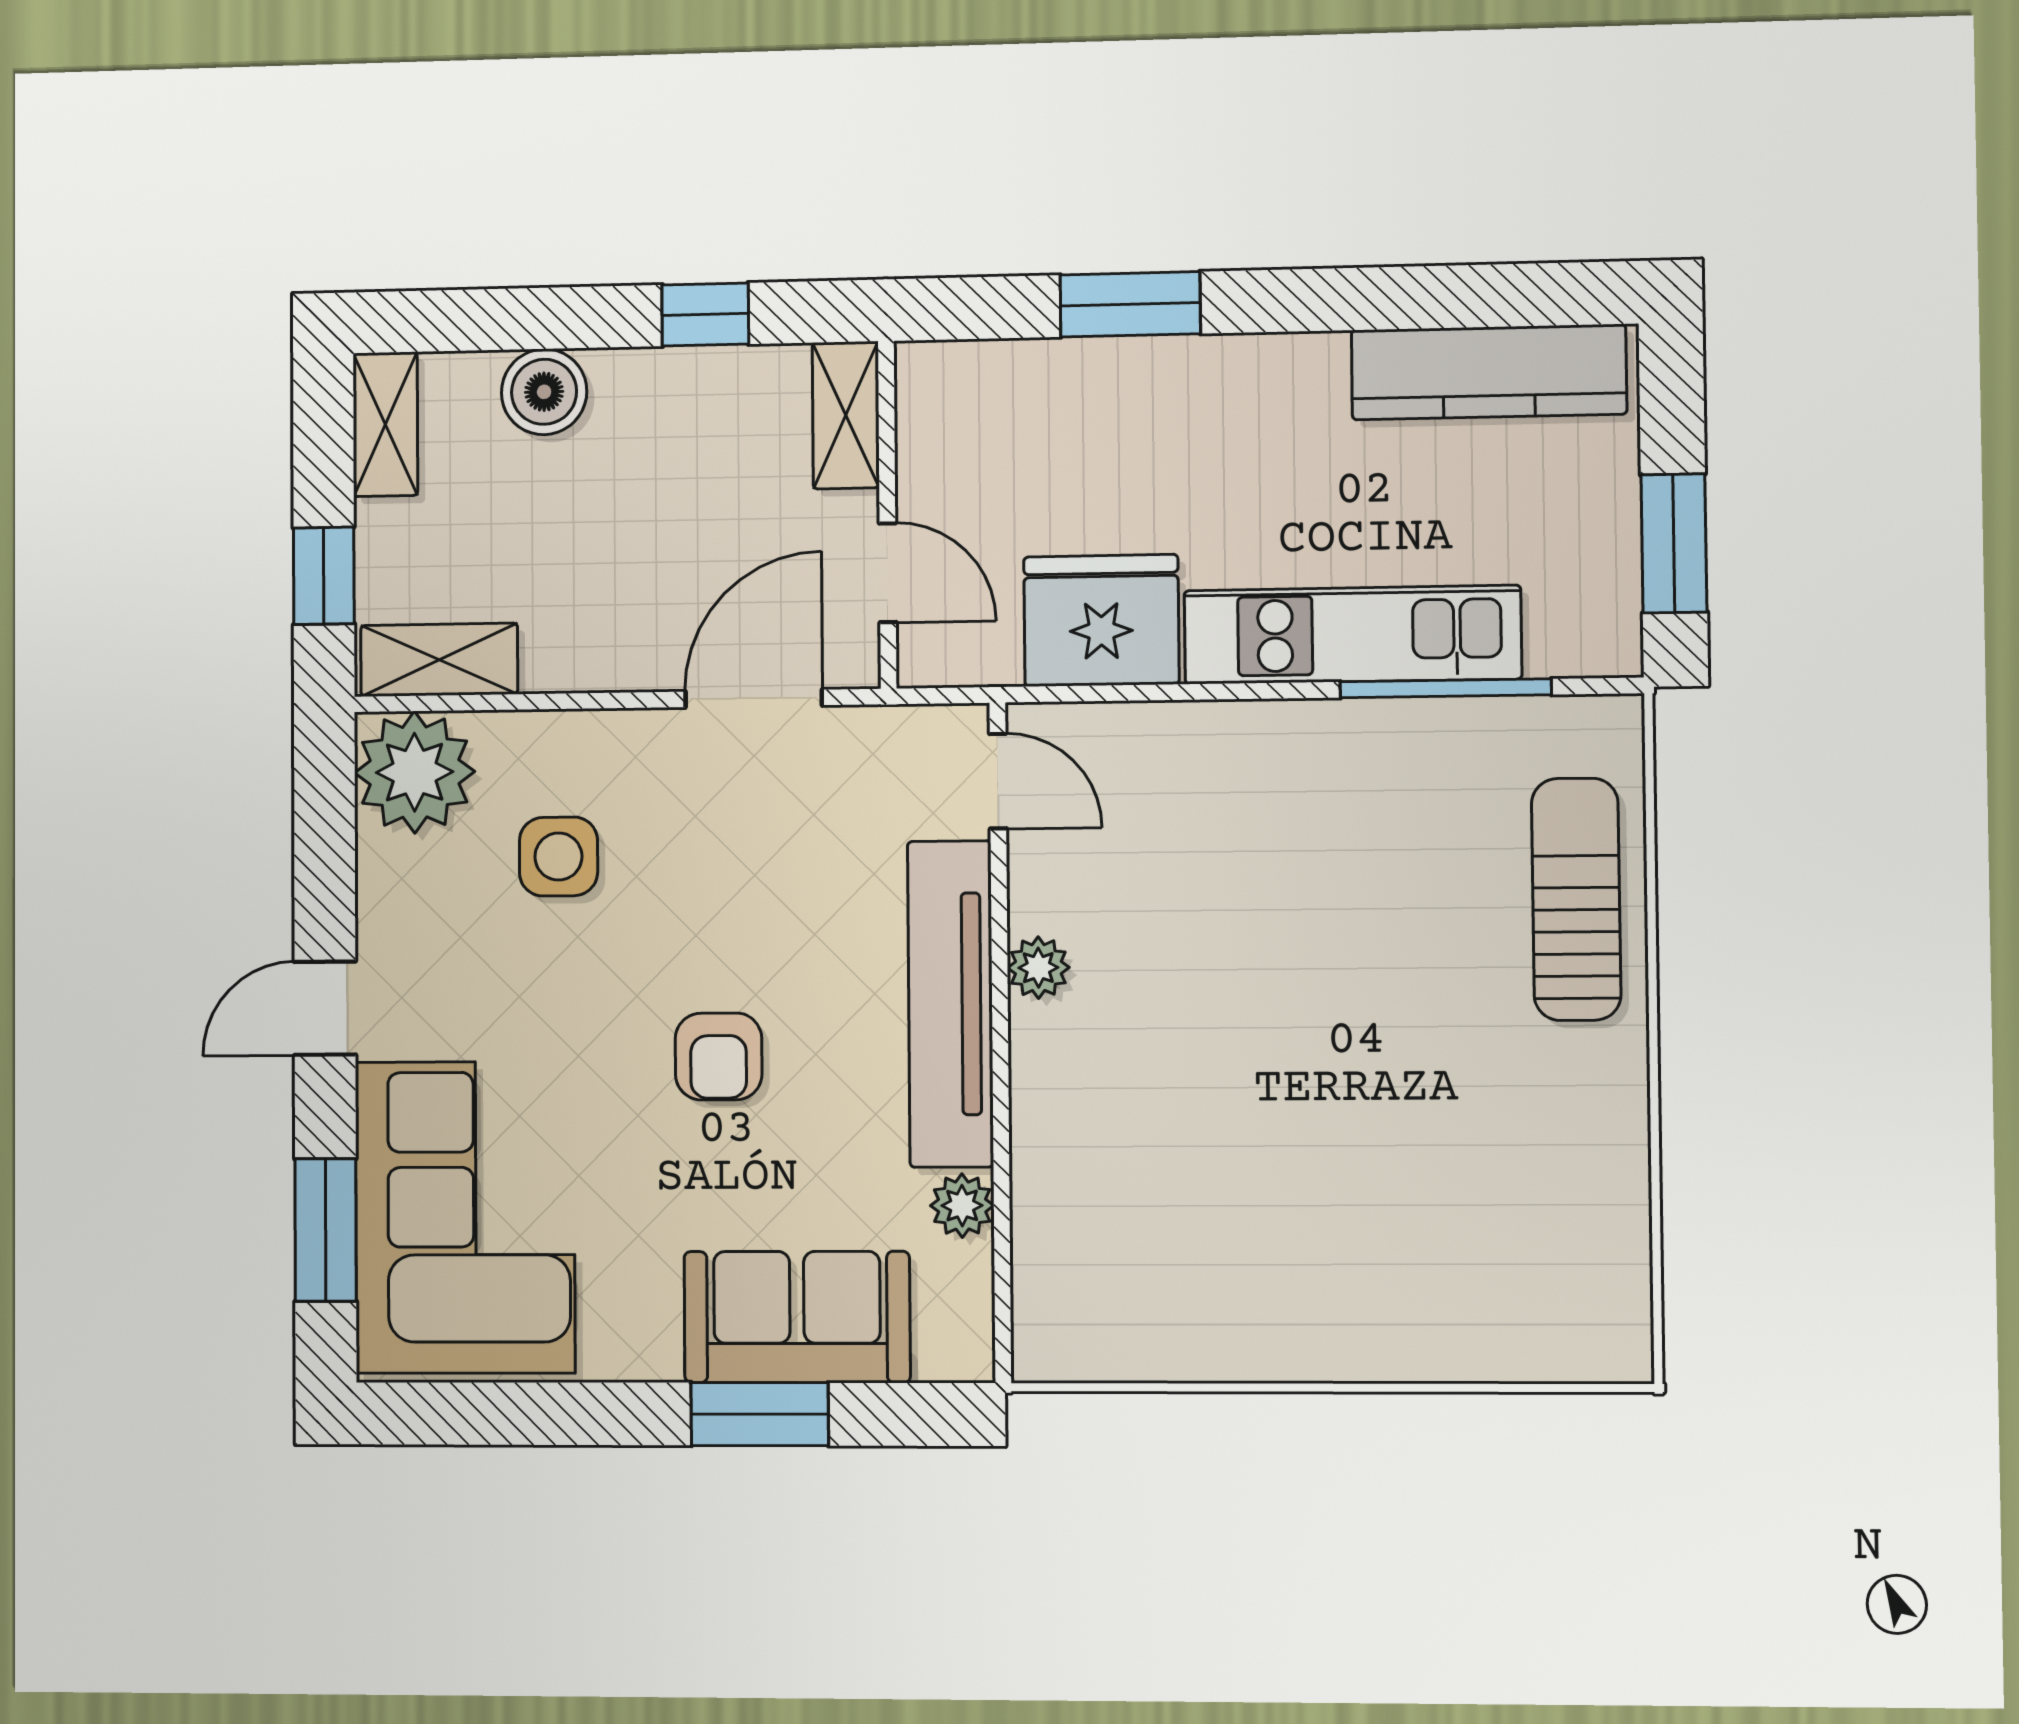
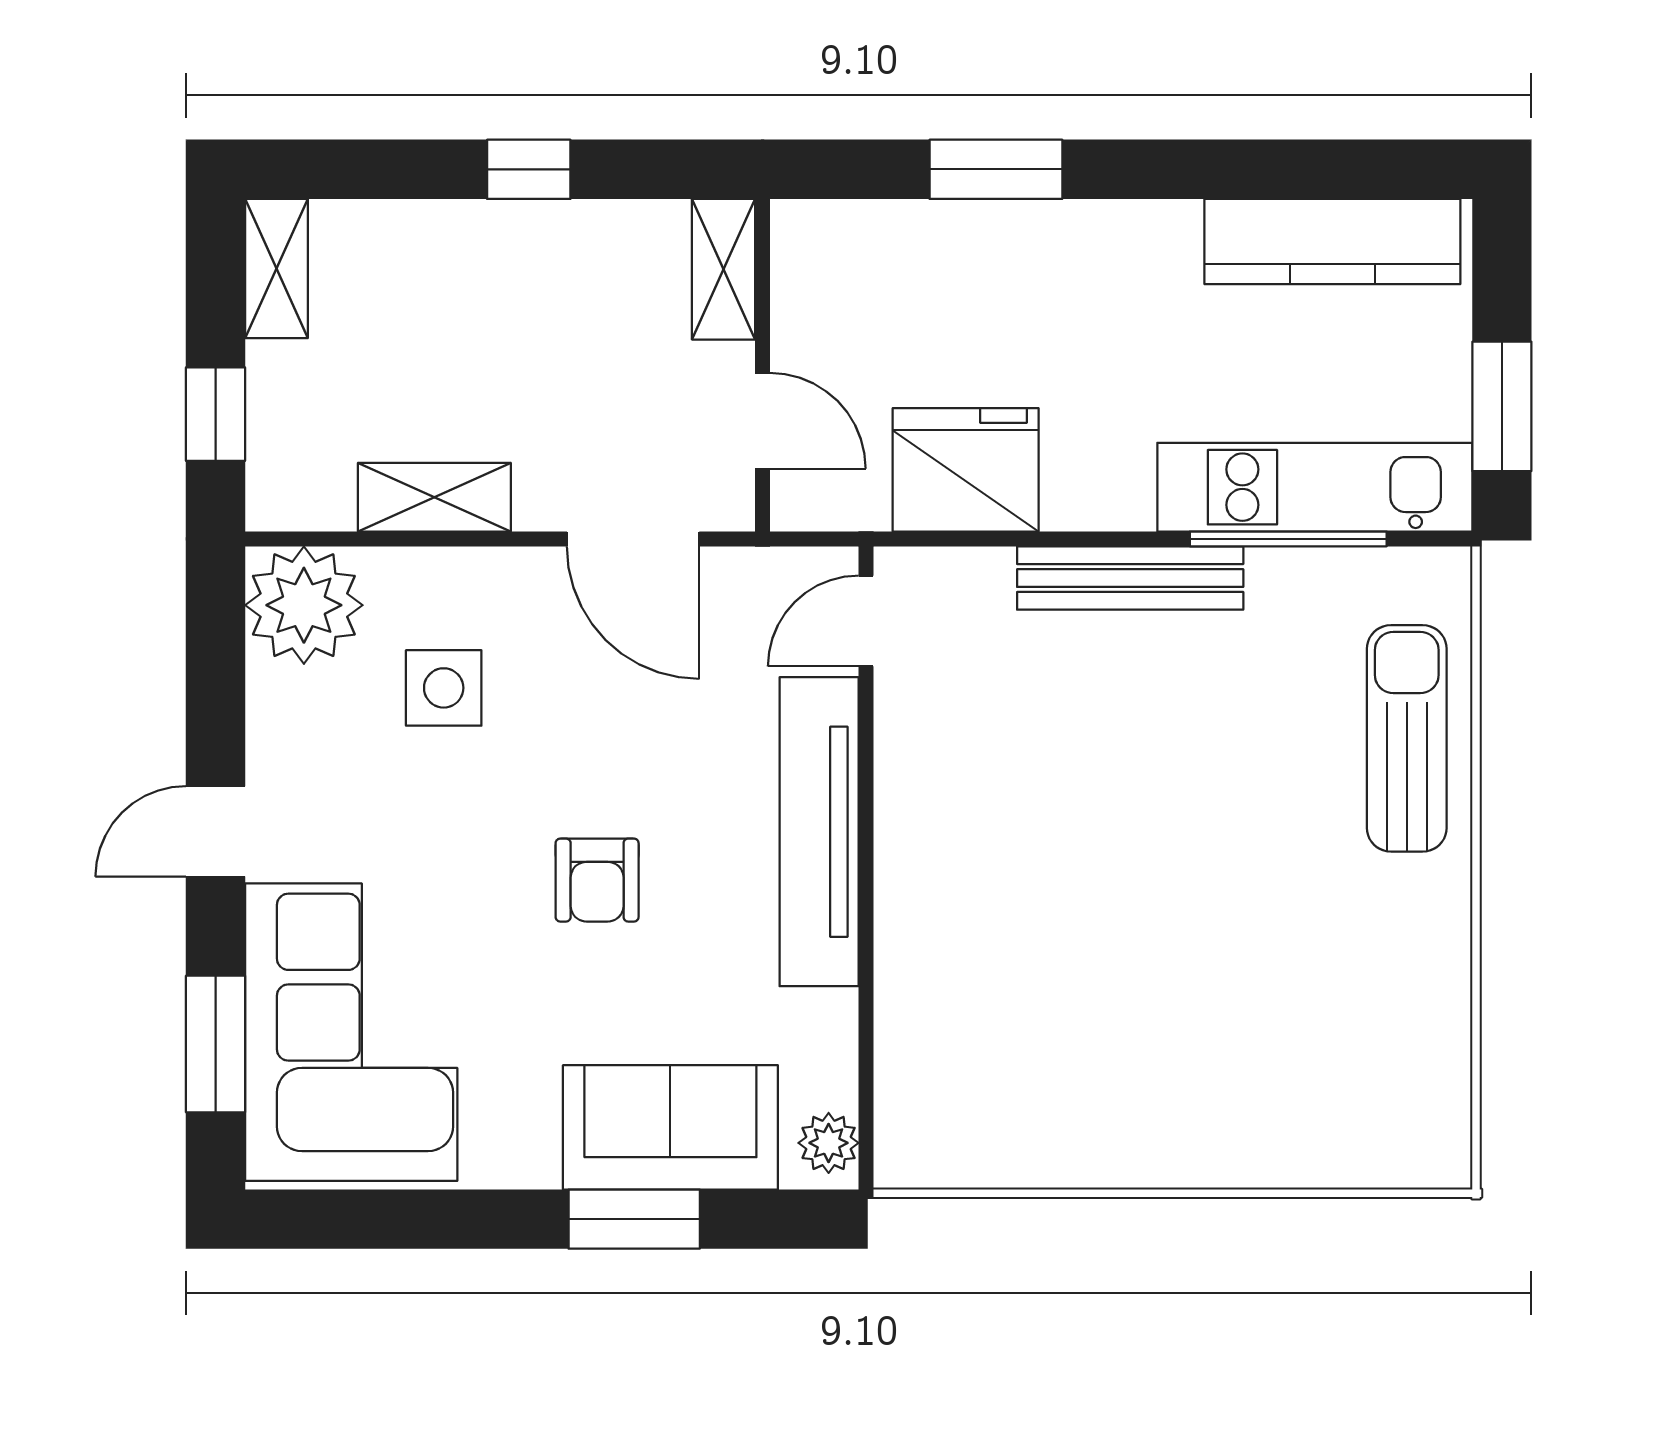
window: (705, 315) -> (529, 169), moved
boiler: (544, 392) -> (432, 240), removed
kitchen unit: (1352, 635) -> (1315, 487), moved
shelving: (439, 660) -> (434, 497), moved
door: (754, 698) -> (633, 539), swing flipped
bench: (1277, 732) -> (1130, 578), added
door: (998, 781) -> (866, 621), swing flipped
plant: (1038, 968) -> (903, 798), removed
plant: (962, 1206) -> (829, 1143), moved

